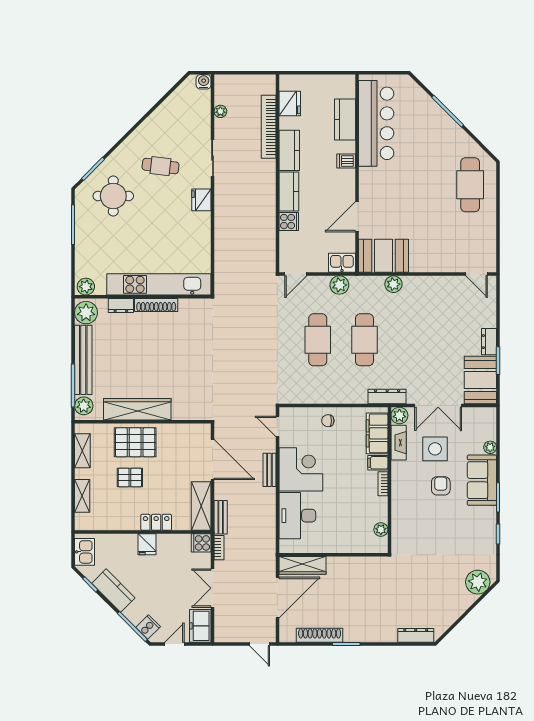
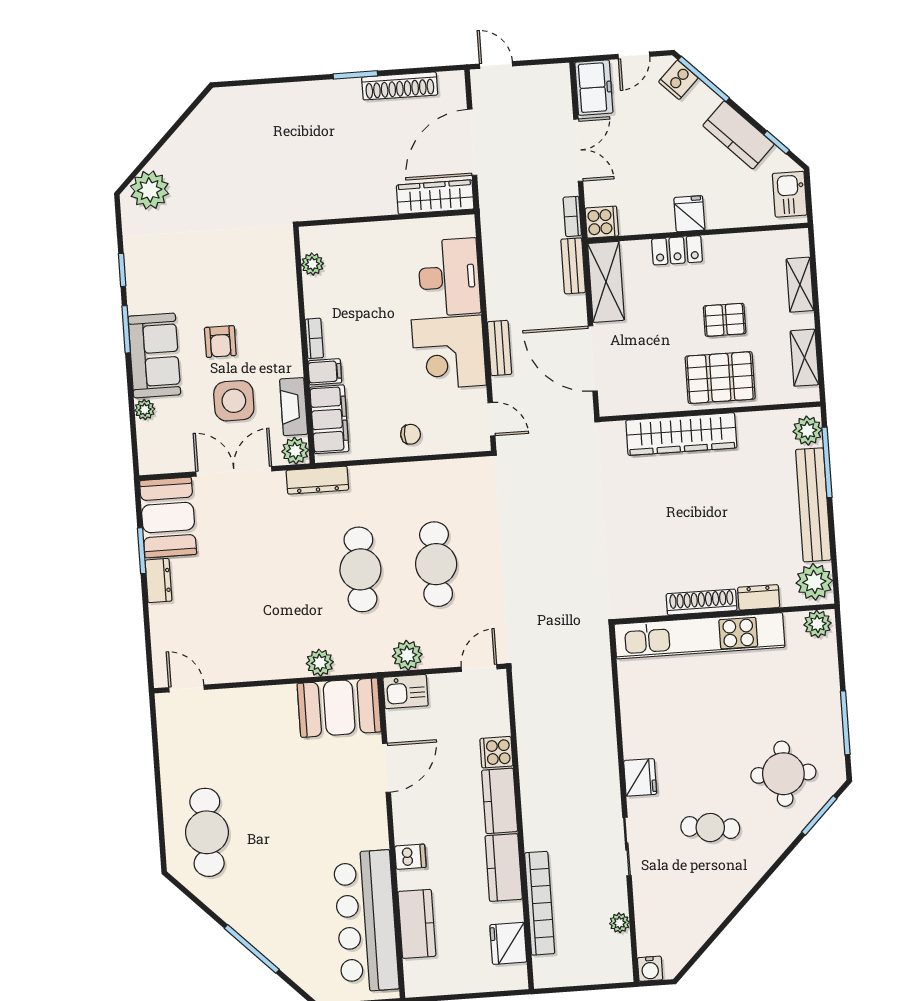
wardrobe: (137, 409) -> (681, 434), moved
dresser: (416, 635) -> (244, 97), removed

